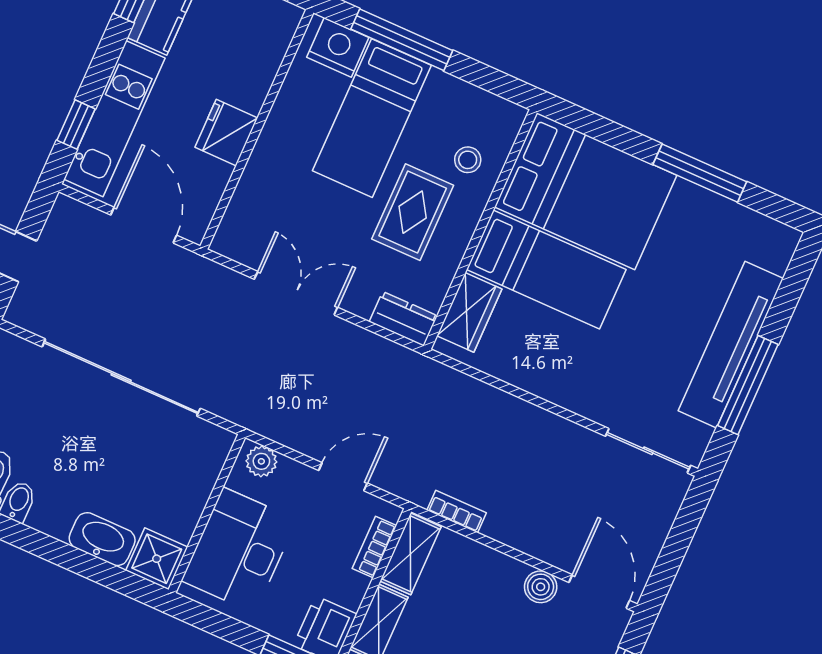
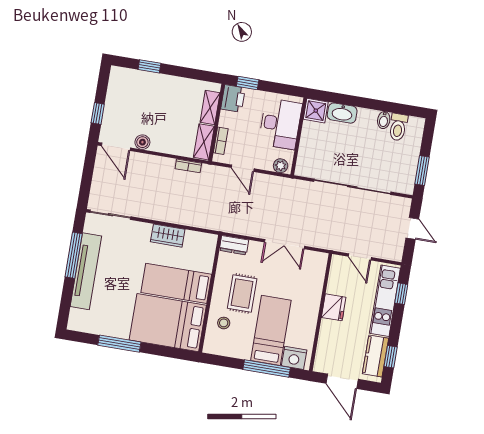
door: (144, 225) -> (360, 257), width x0.73
wardrobe: (469, 312) -> (168, 236), moved, turned -90
door: (343, 477) -> (243, 168), hinge flipped

